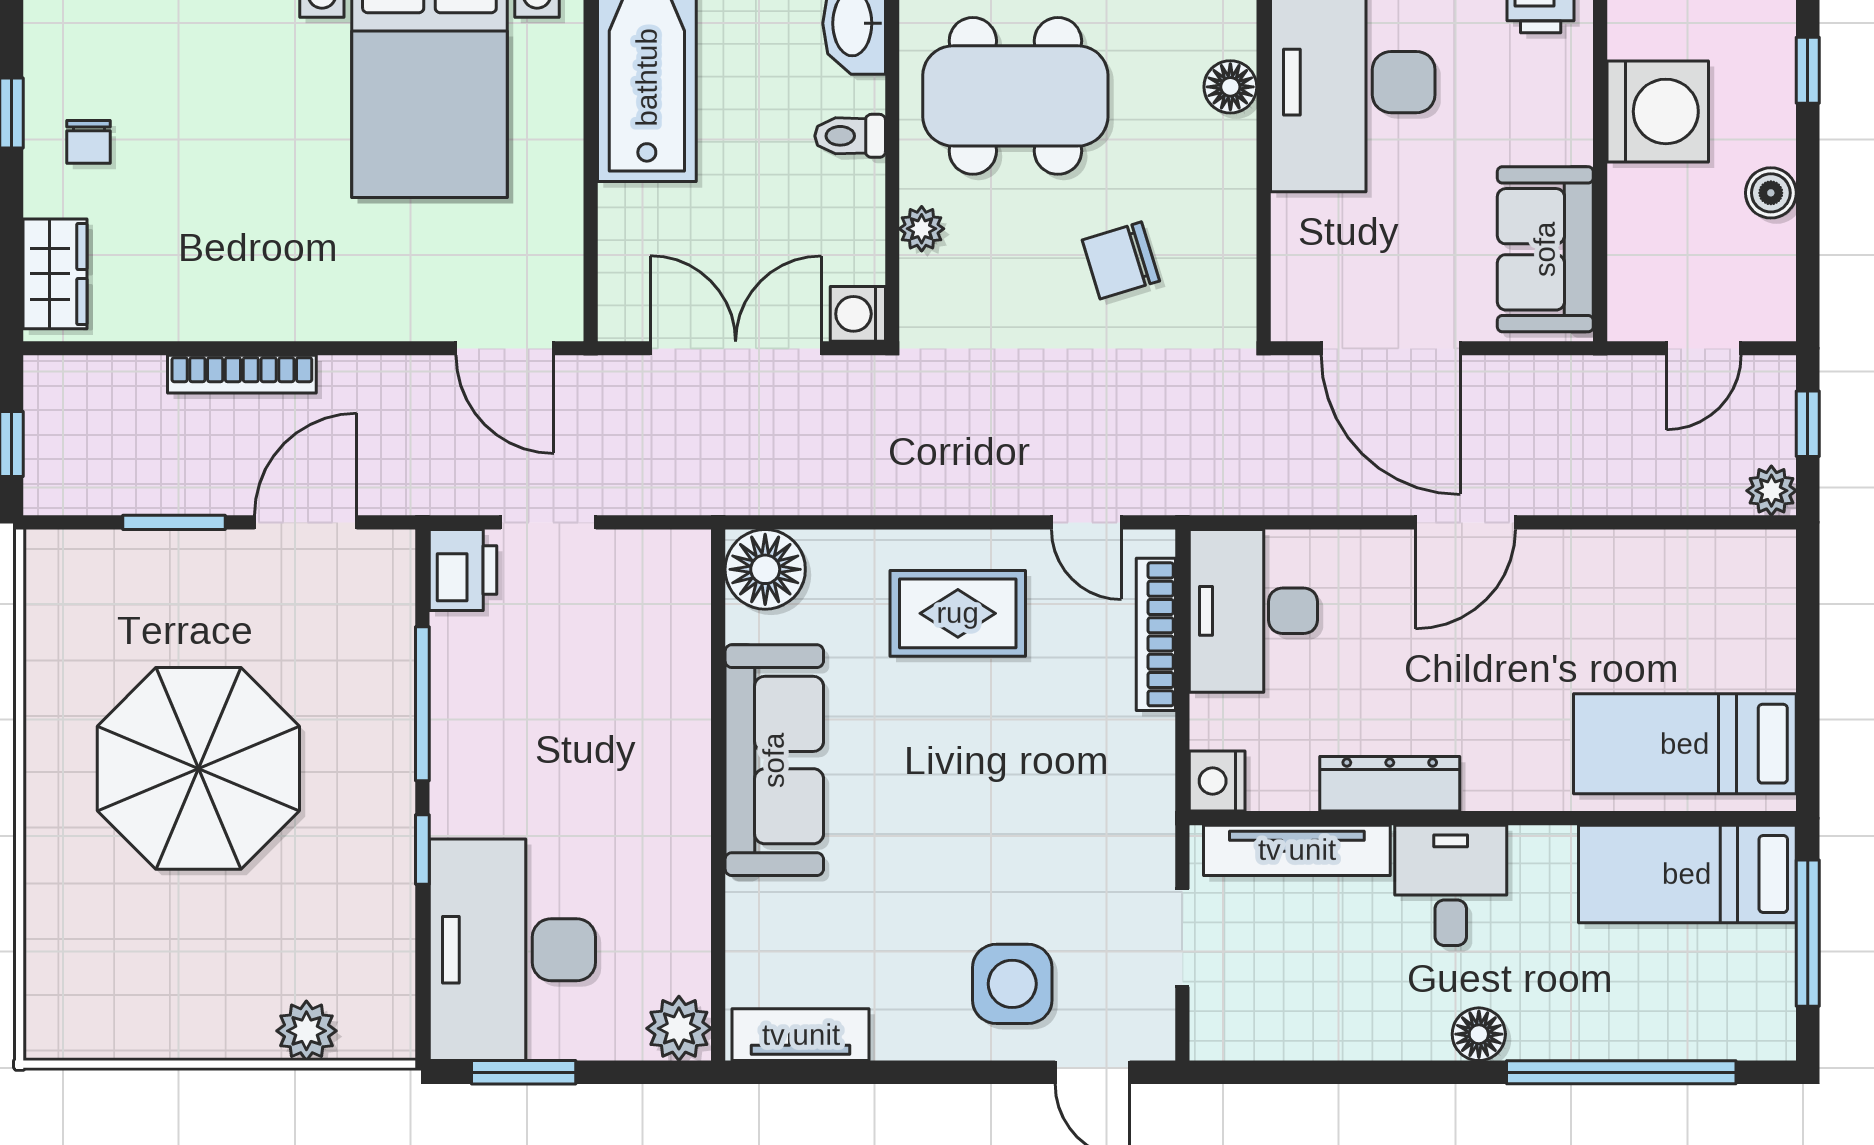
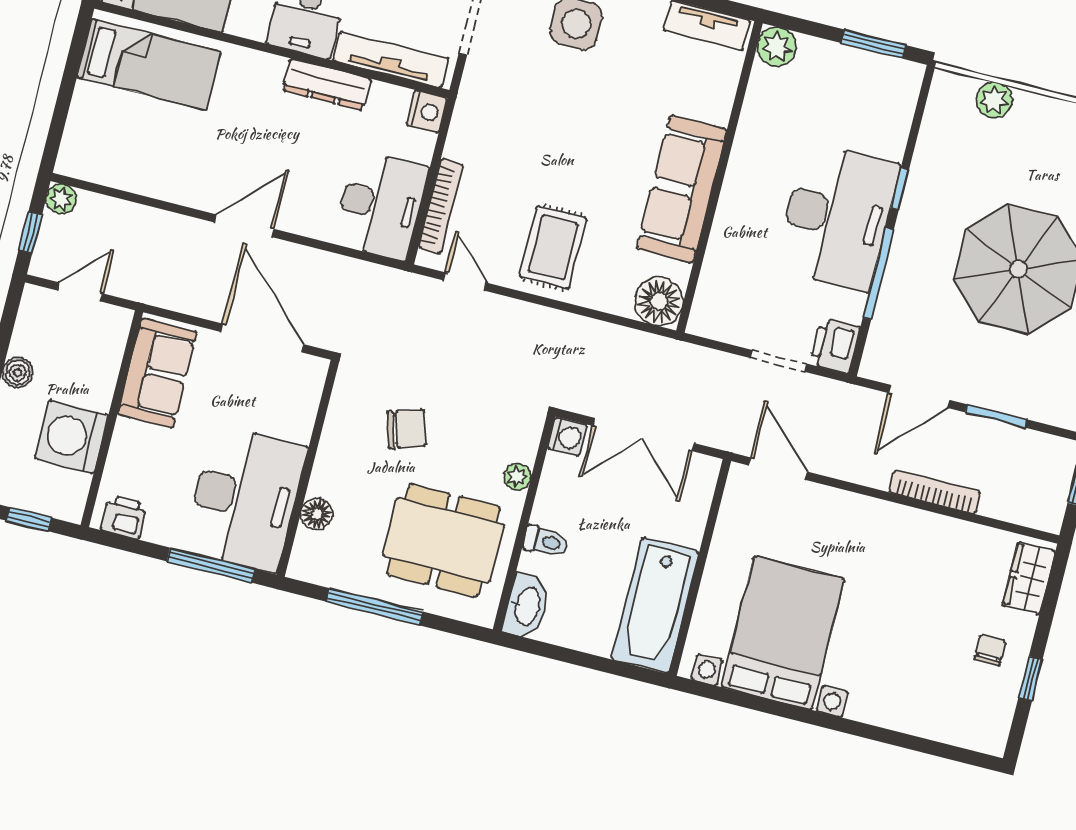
rug: (958, 613) -> (553, 247), turned 90
desk: (512, 950) -> (837, 217), moved

